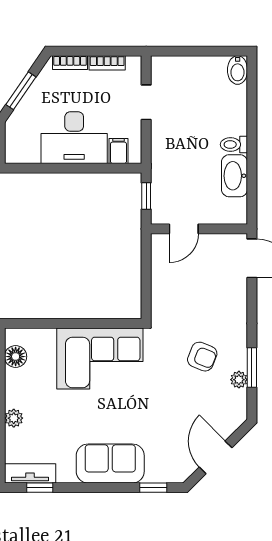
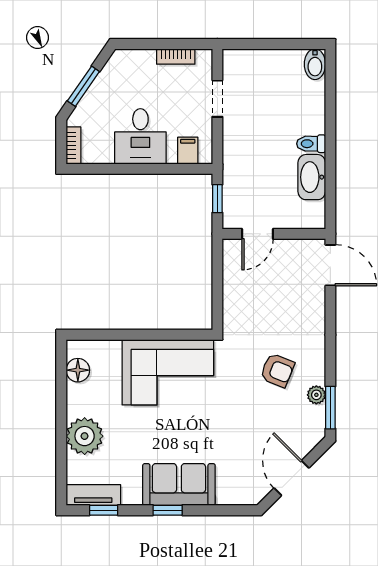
bookcase: (70, 63) -> (73, 146), moved, turned -90
desk: (74, 138) -> (140, 136), width x0.73
window: (252, 368) -> (330, 408), moved
plant: (14, 418) -> (85, 436), width x1.88, depth x1.88
window: (153, 488) -> (168, 510), moved

